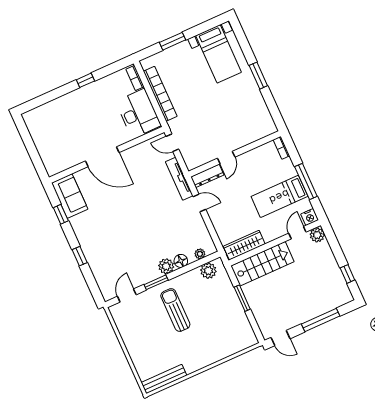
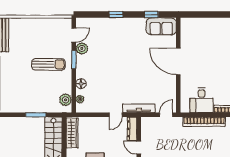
desk: (138, 113) -> (202, 100), width x0.73
door: (102, 157) -> (178, 61), hinge flipped
plant: (166, 266) -> (82, 48), moved
door: (127, 296) -> (74, 35), hinge flipped

